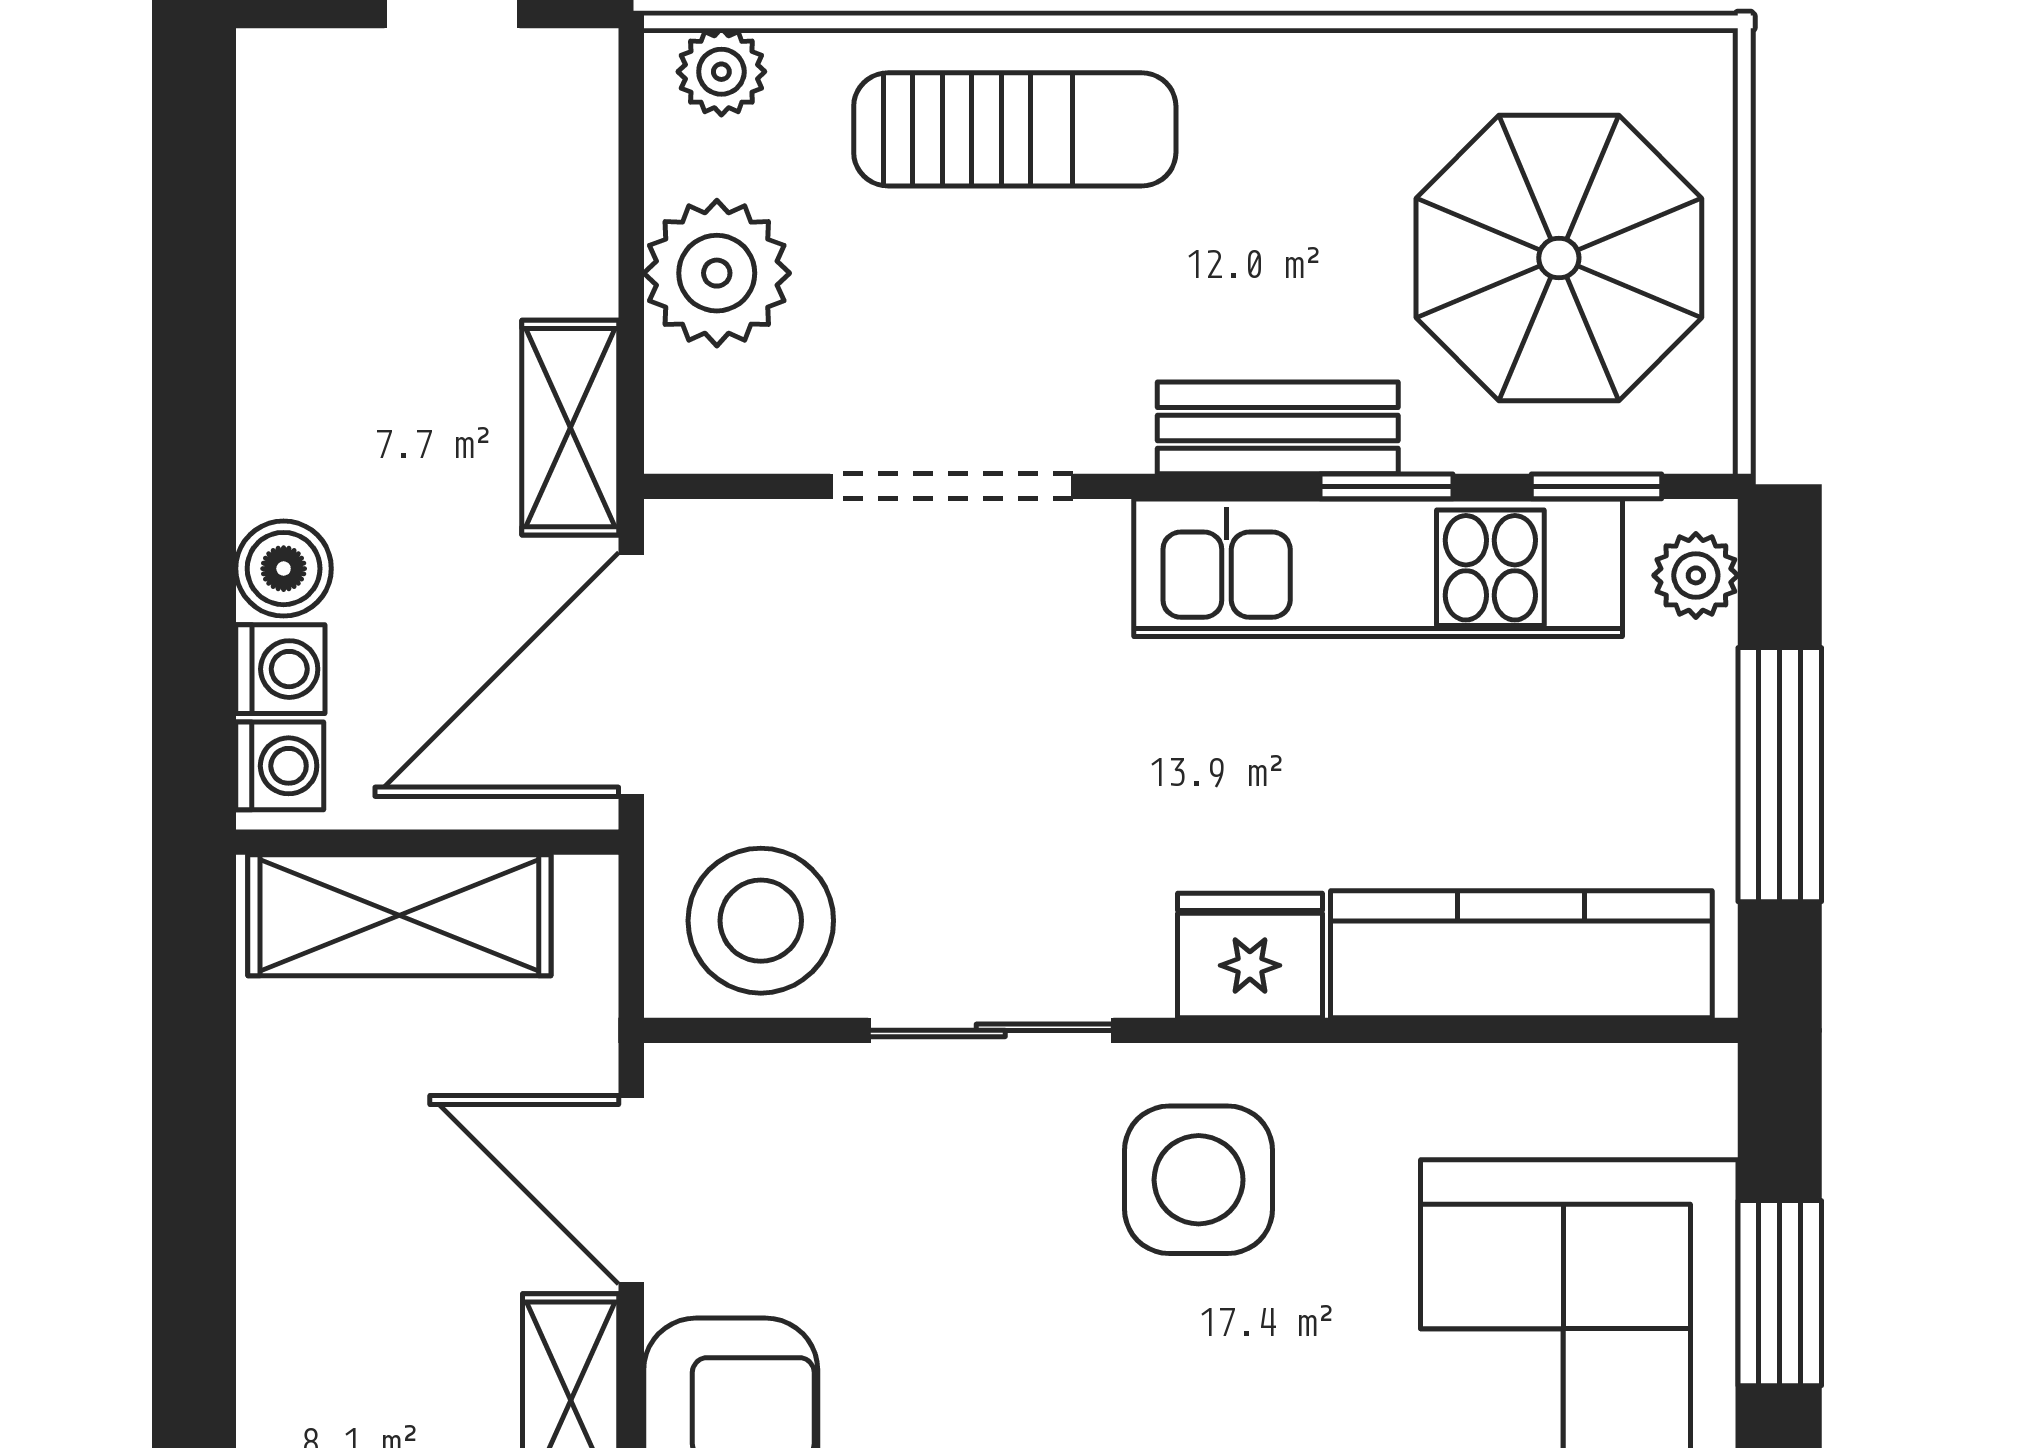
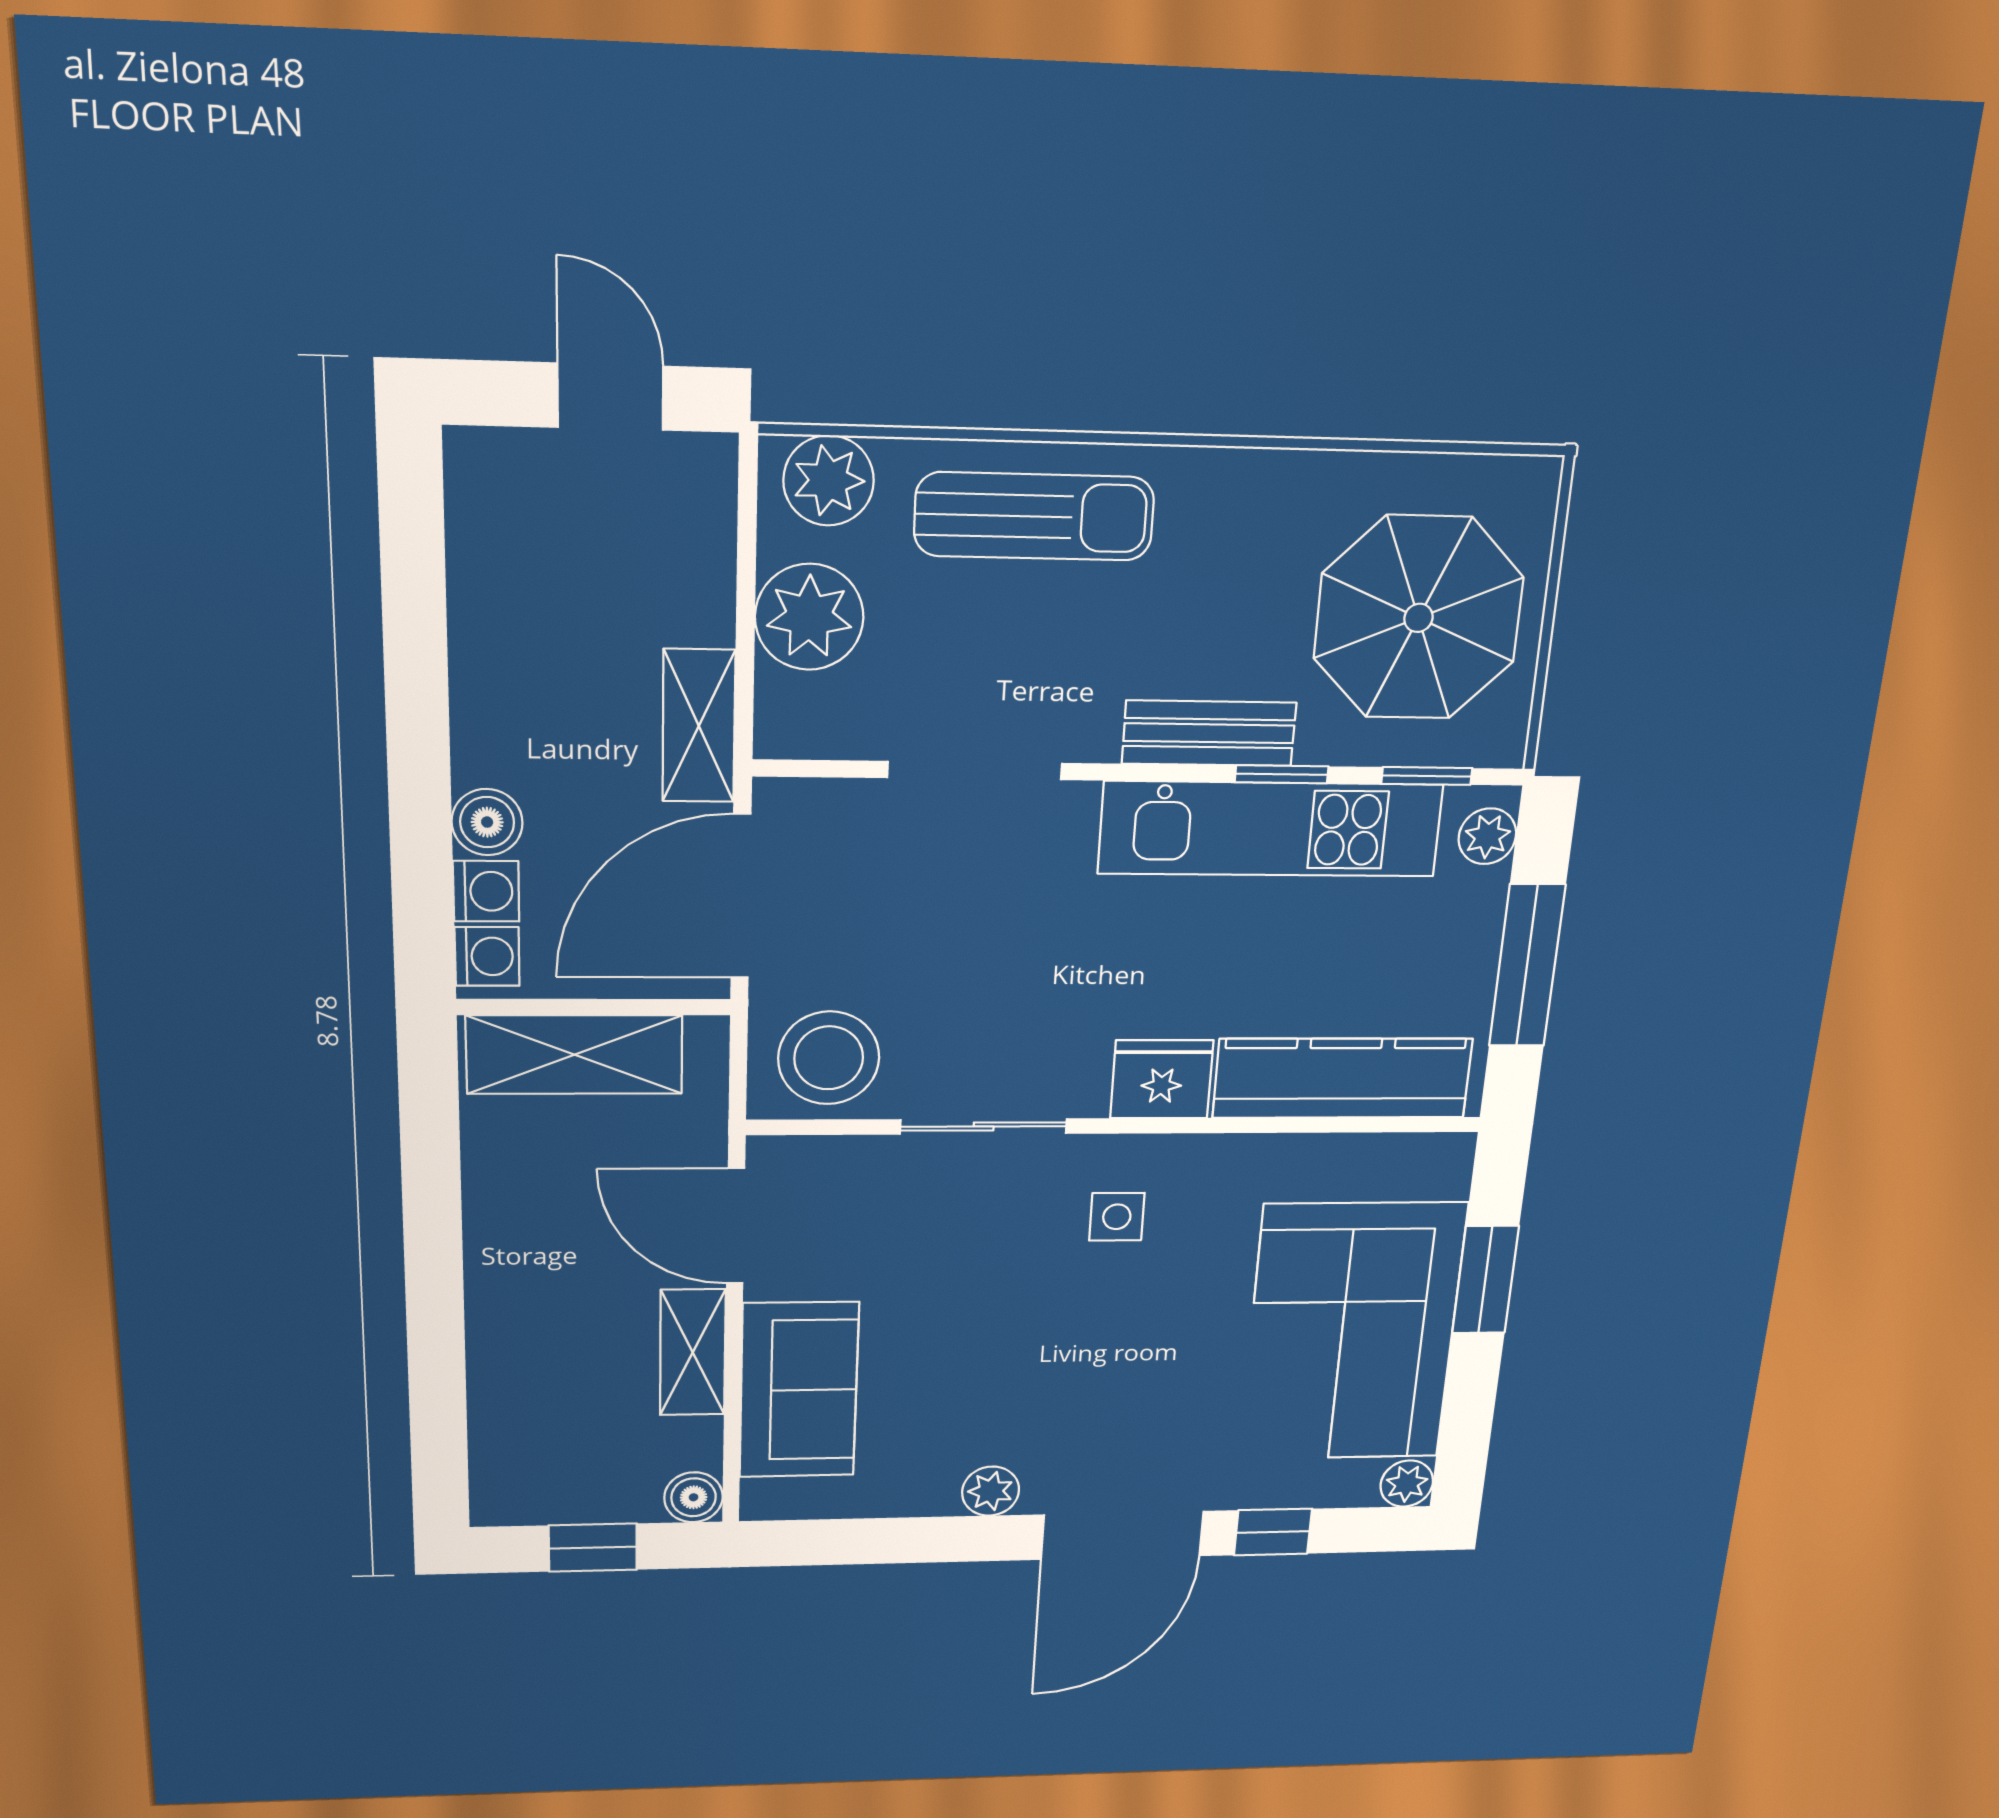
plant: (721, 72) -> (829, 480), width x1.38, depth x1.38
side table: (1199, 1180) -> (1117, 1217), width x0.54, depth x0.54

